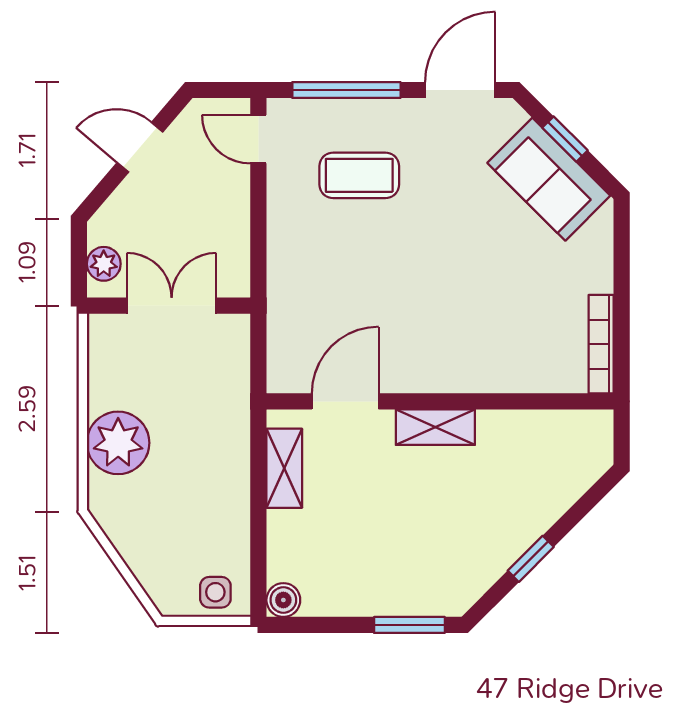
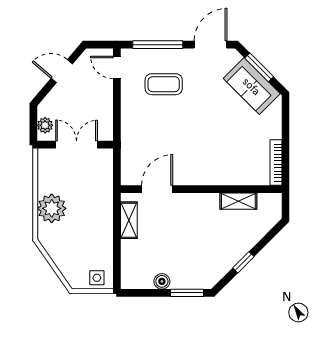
window: (565, 139) -> (259, 67), width x1.50
shelving: (435, 427) -> (238, 201), moved
boiler: (283, 600) -> (162, 281), moved

